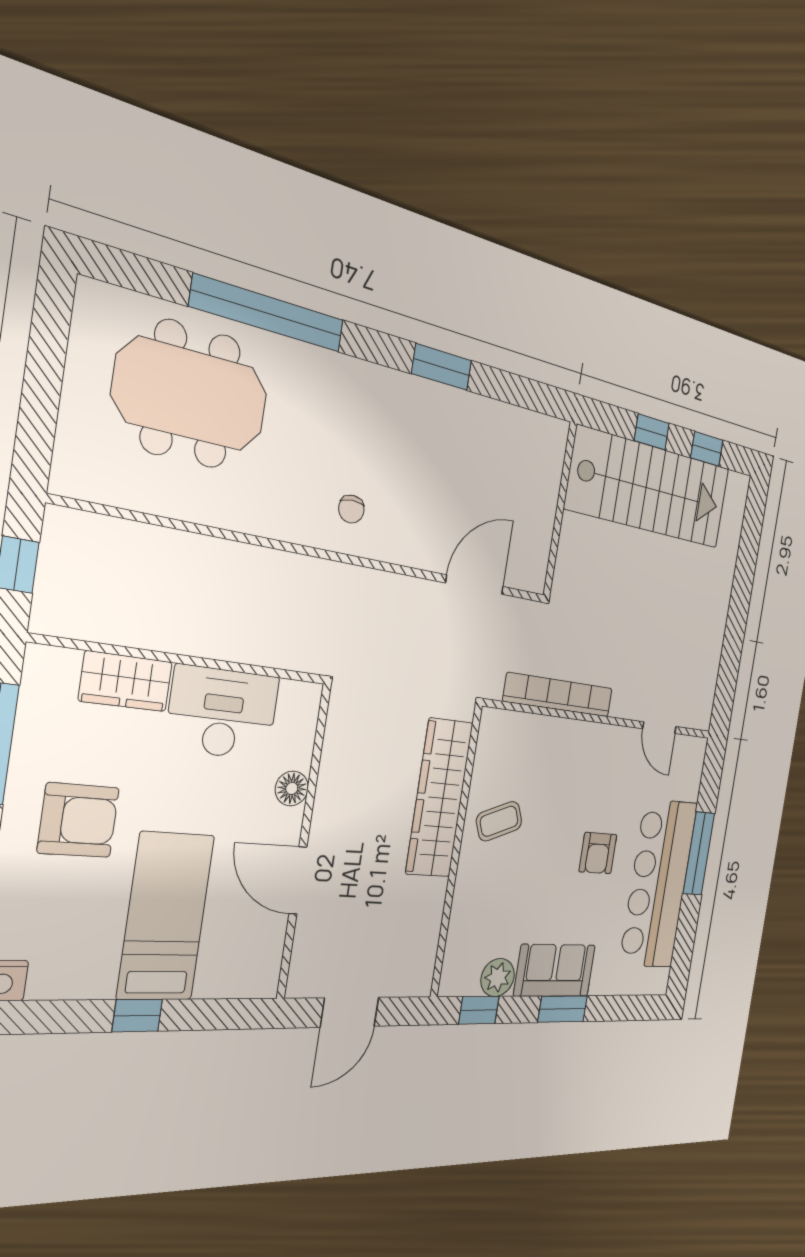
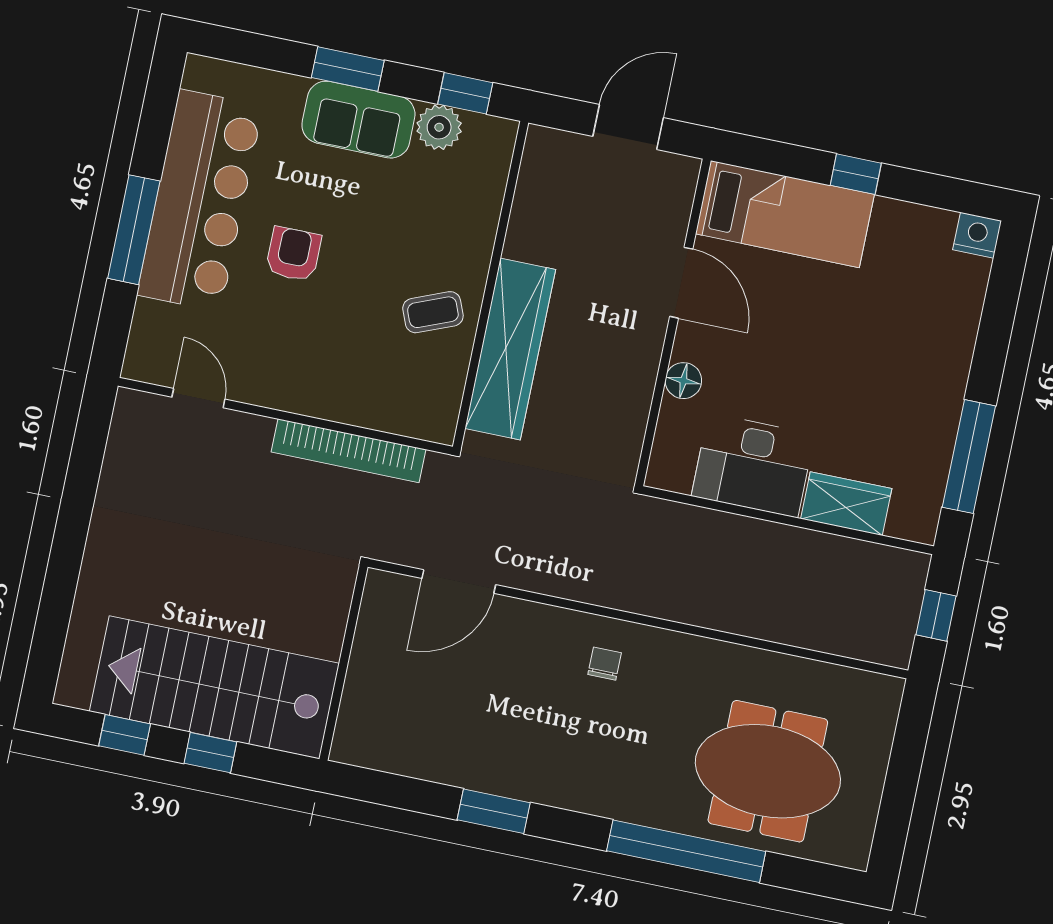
armchair: (78, 820) -> (899, 376), removed
bed: (166, 917) -> (785, 214), moved, turned -90

